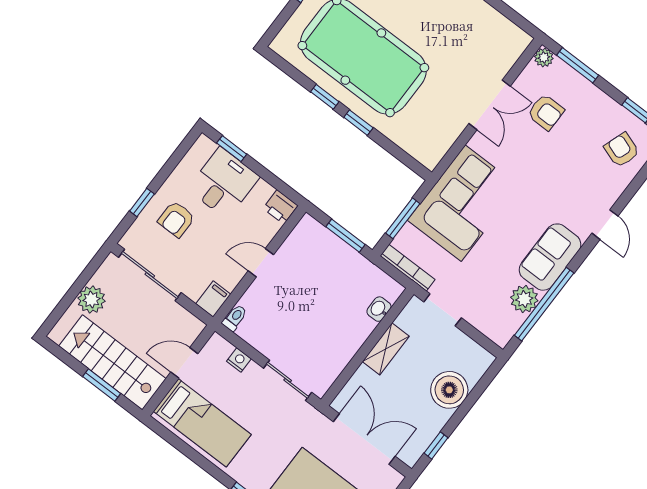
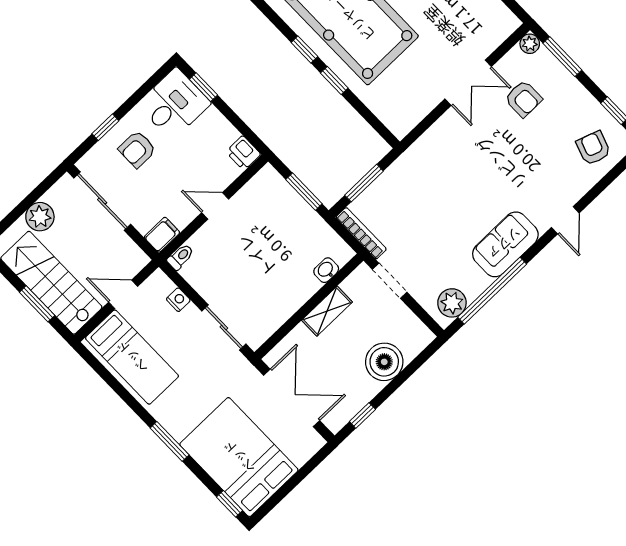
desk: (223, 183) -> (174, 104), moved
corner sofa: (463, 203) -> (427, 177), removed
plant: (524, 299) -> (452, 303), moved

